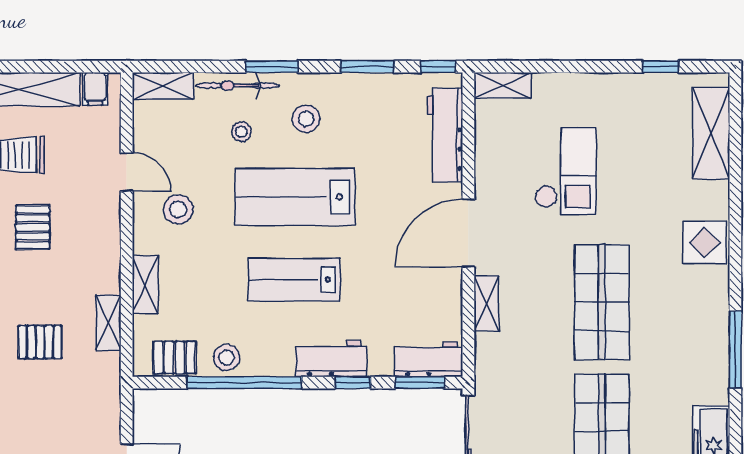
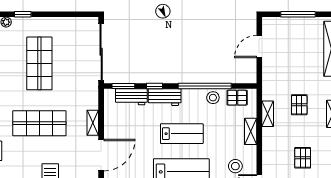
shop shelf: (602, 302) -> (39, 123), turned 90
pallet: (40, 342) -> (299, 105), turned 90
workbench: (428, 359) -> (131, 97), moved

